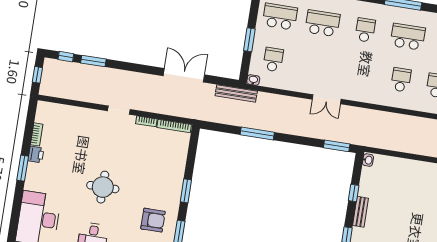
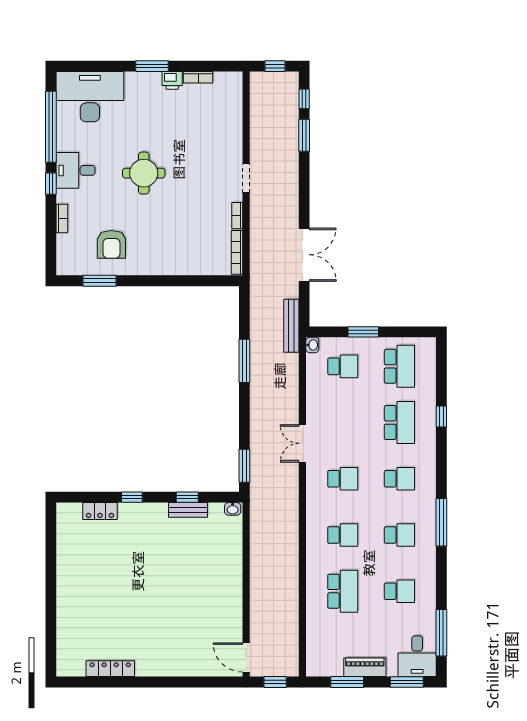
school desk: (408, 37) -> (399, 535), width x0.54
school desk: (358, 73) -> (343, 479), added
window: (186, 191) -> (156, 281), removed
bench: (361, 212) -> (188, 510), moved

